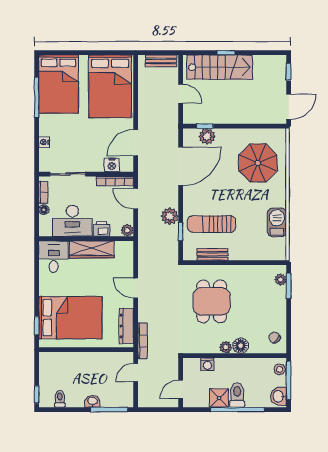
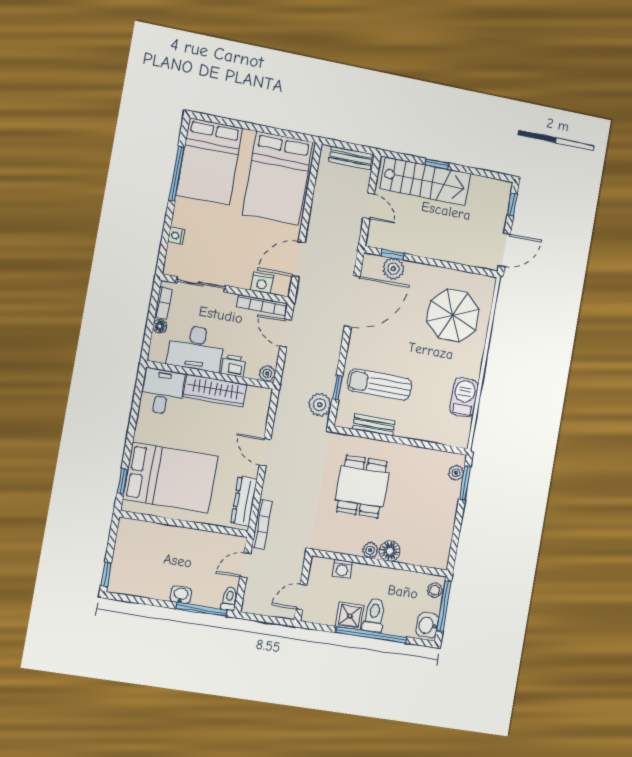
plant: (170, 216) -> (320, 405), moved
chair: (274, 338) -> (435, 547), removed
toilet: (60, 399) -> (229, 599), moved

